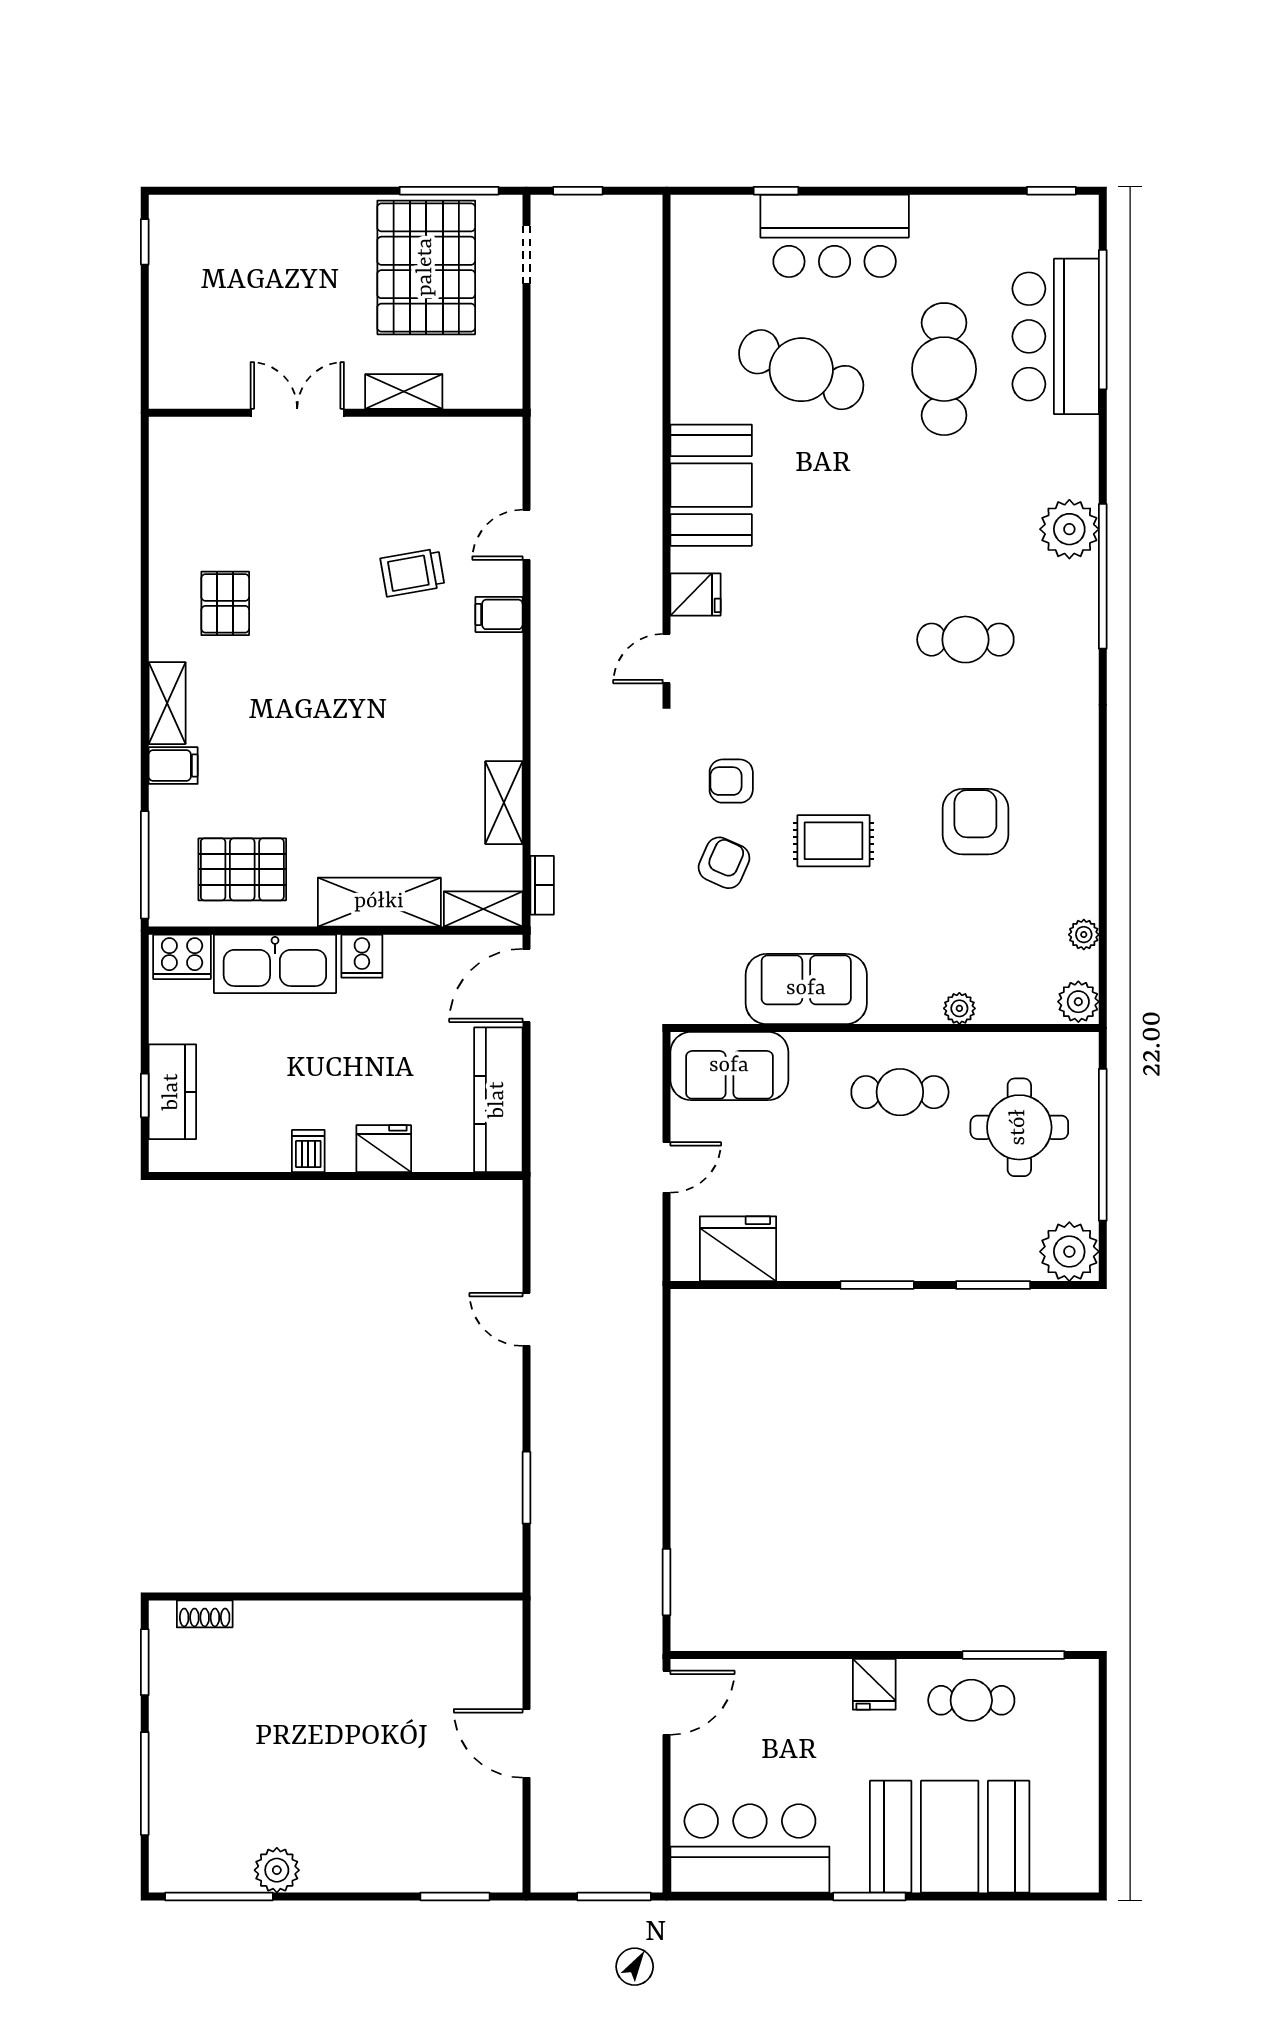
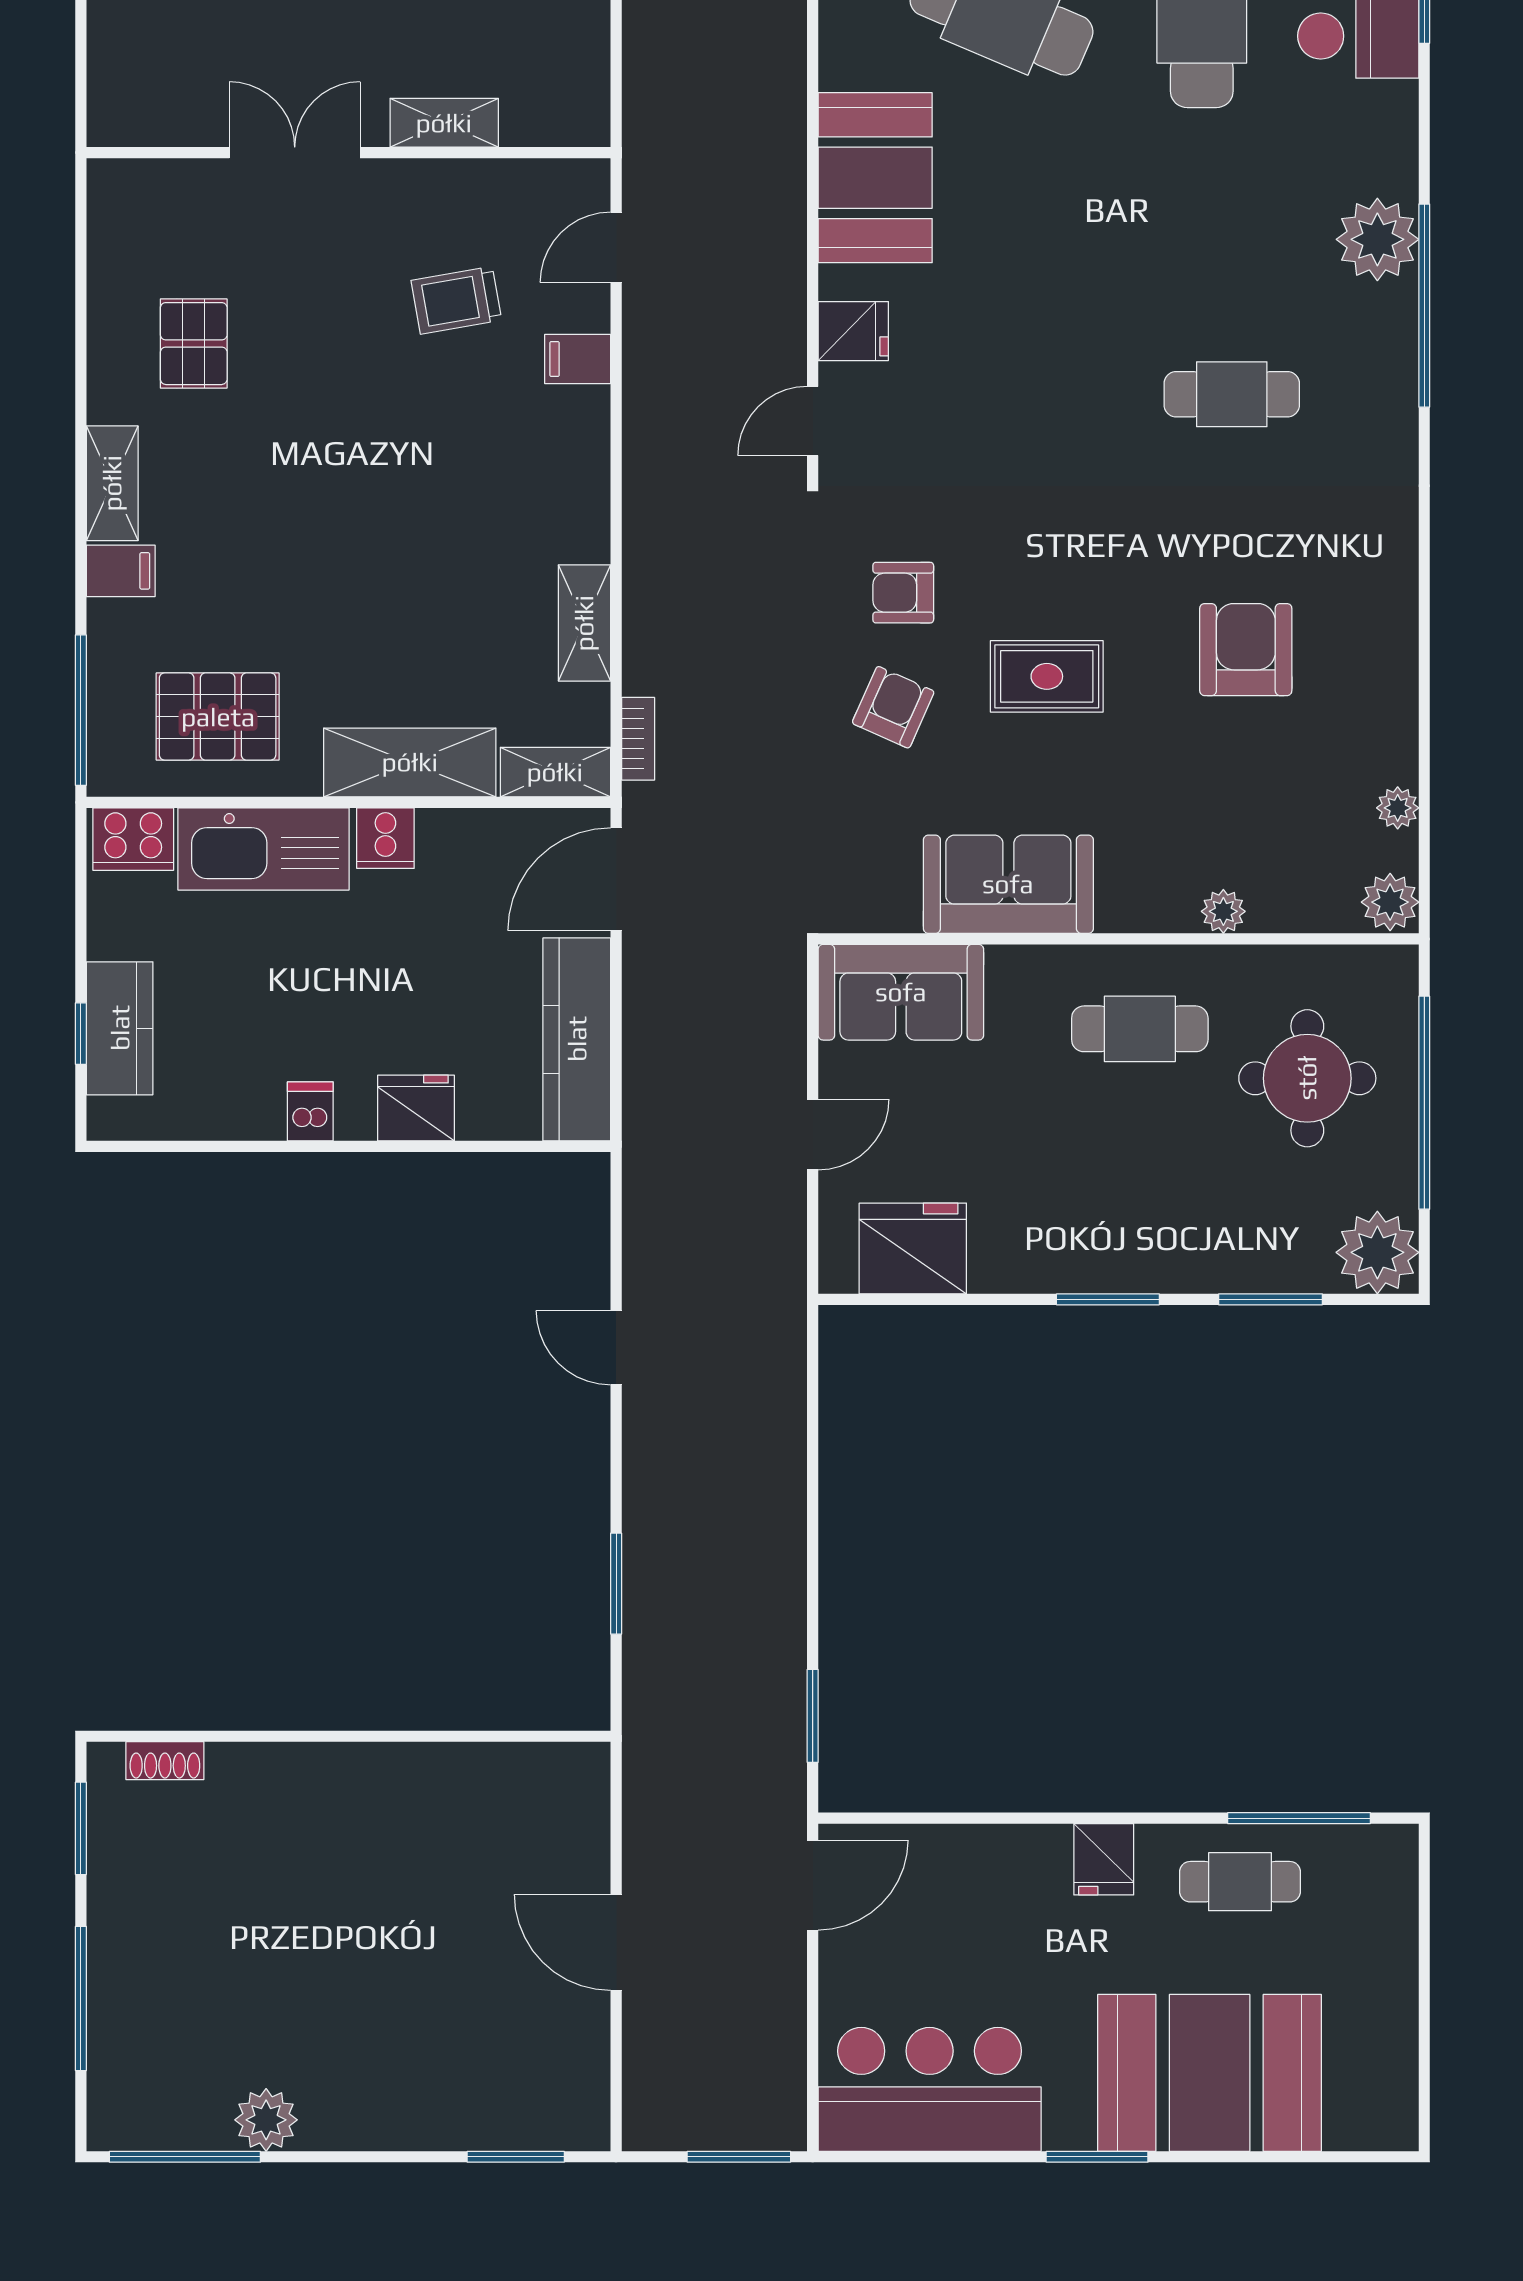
shelving: (404, 391) -> (444, 123), moved
double door: (297, 413) -> (295, 153), moved
wall: (336, 413) -> (348, 153), moved

